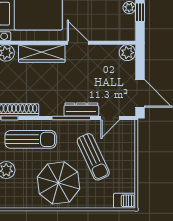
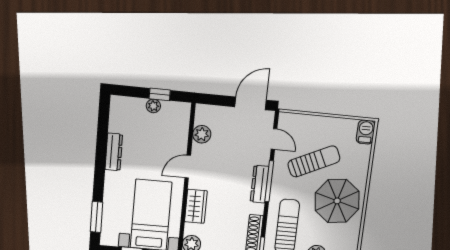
plant: (127, 53) -> (202, 134), moved
wardrobe: (42, 54) -> (196, 206), width x0.67
dresser: (81, 110) -> (260, 184), moved

